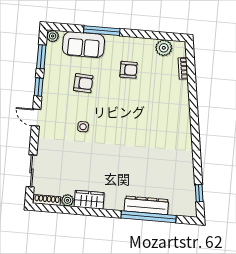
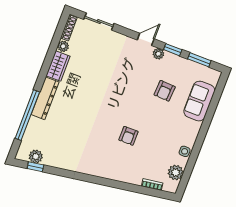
window: (102, 31) -> (207, 121), removed
plant: (53, 36) -> (158, 54), moved
armchair: (129, 70) -> (128, 136), moved
side table: (83, 127) -> (185, 151), moved
plant: (188, 196) -> (36, 156), added
dresser: (146, 205) -> (45, 98), moved

